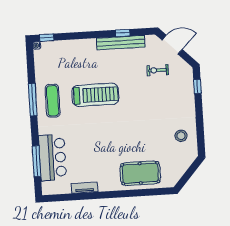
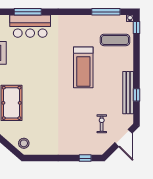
window: (33, 100) -> (106, 12), moved
exercise mat: (53, 101) -> (115, 40), moved
stool: (181, 136) -> (24, 143), moved

